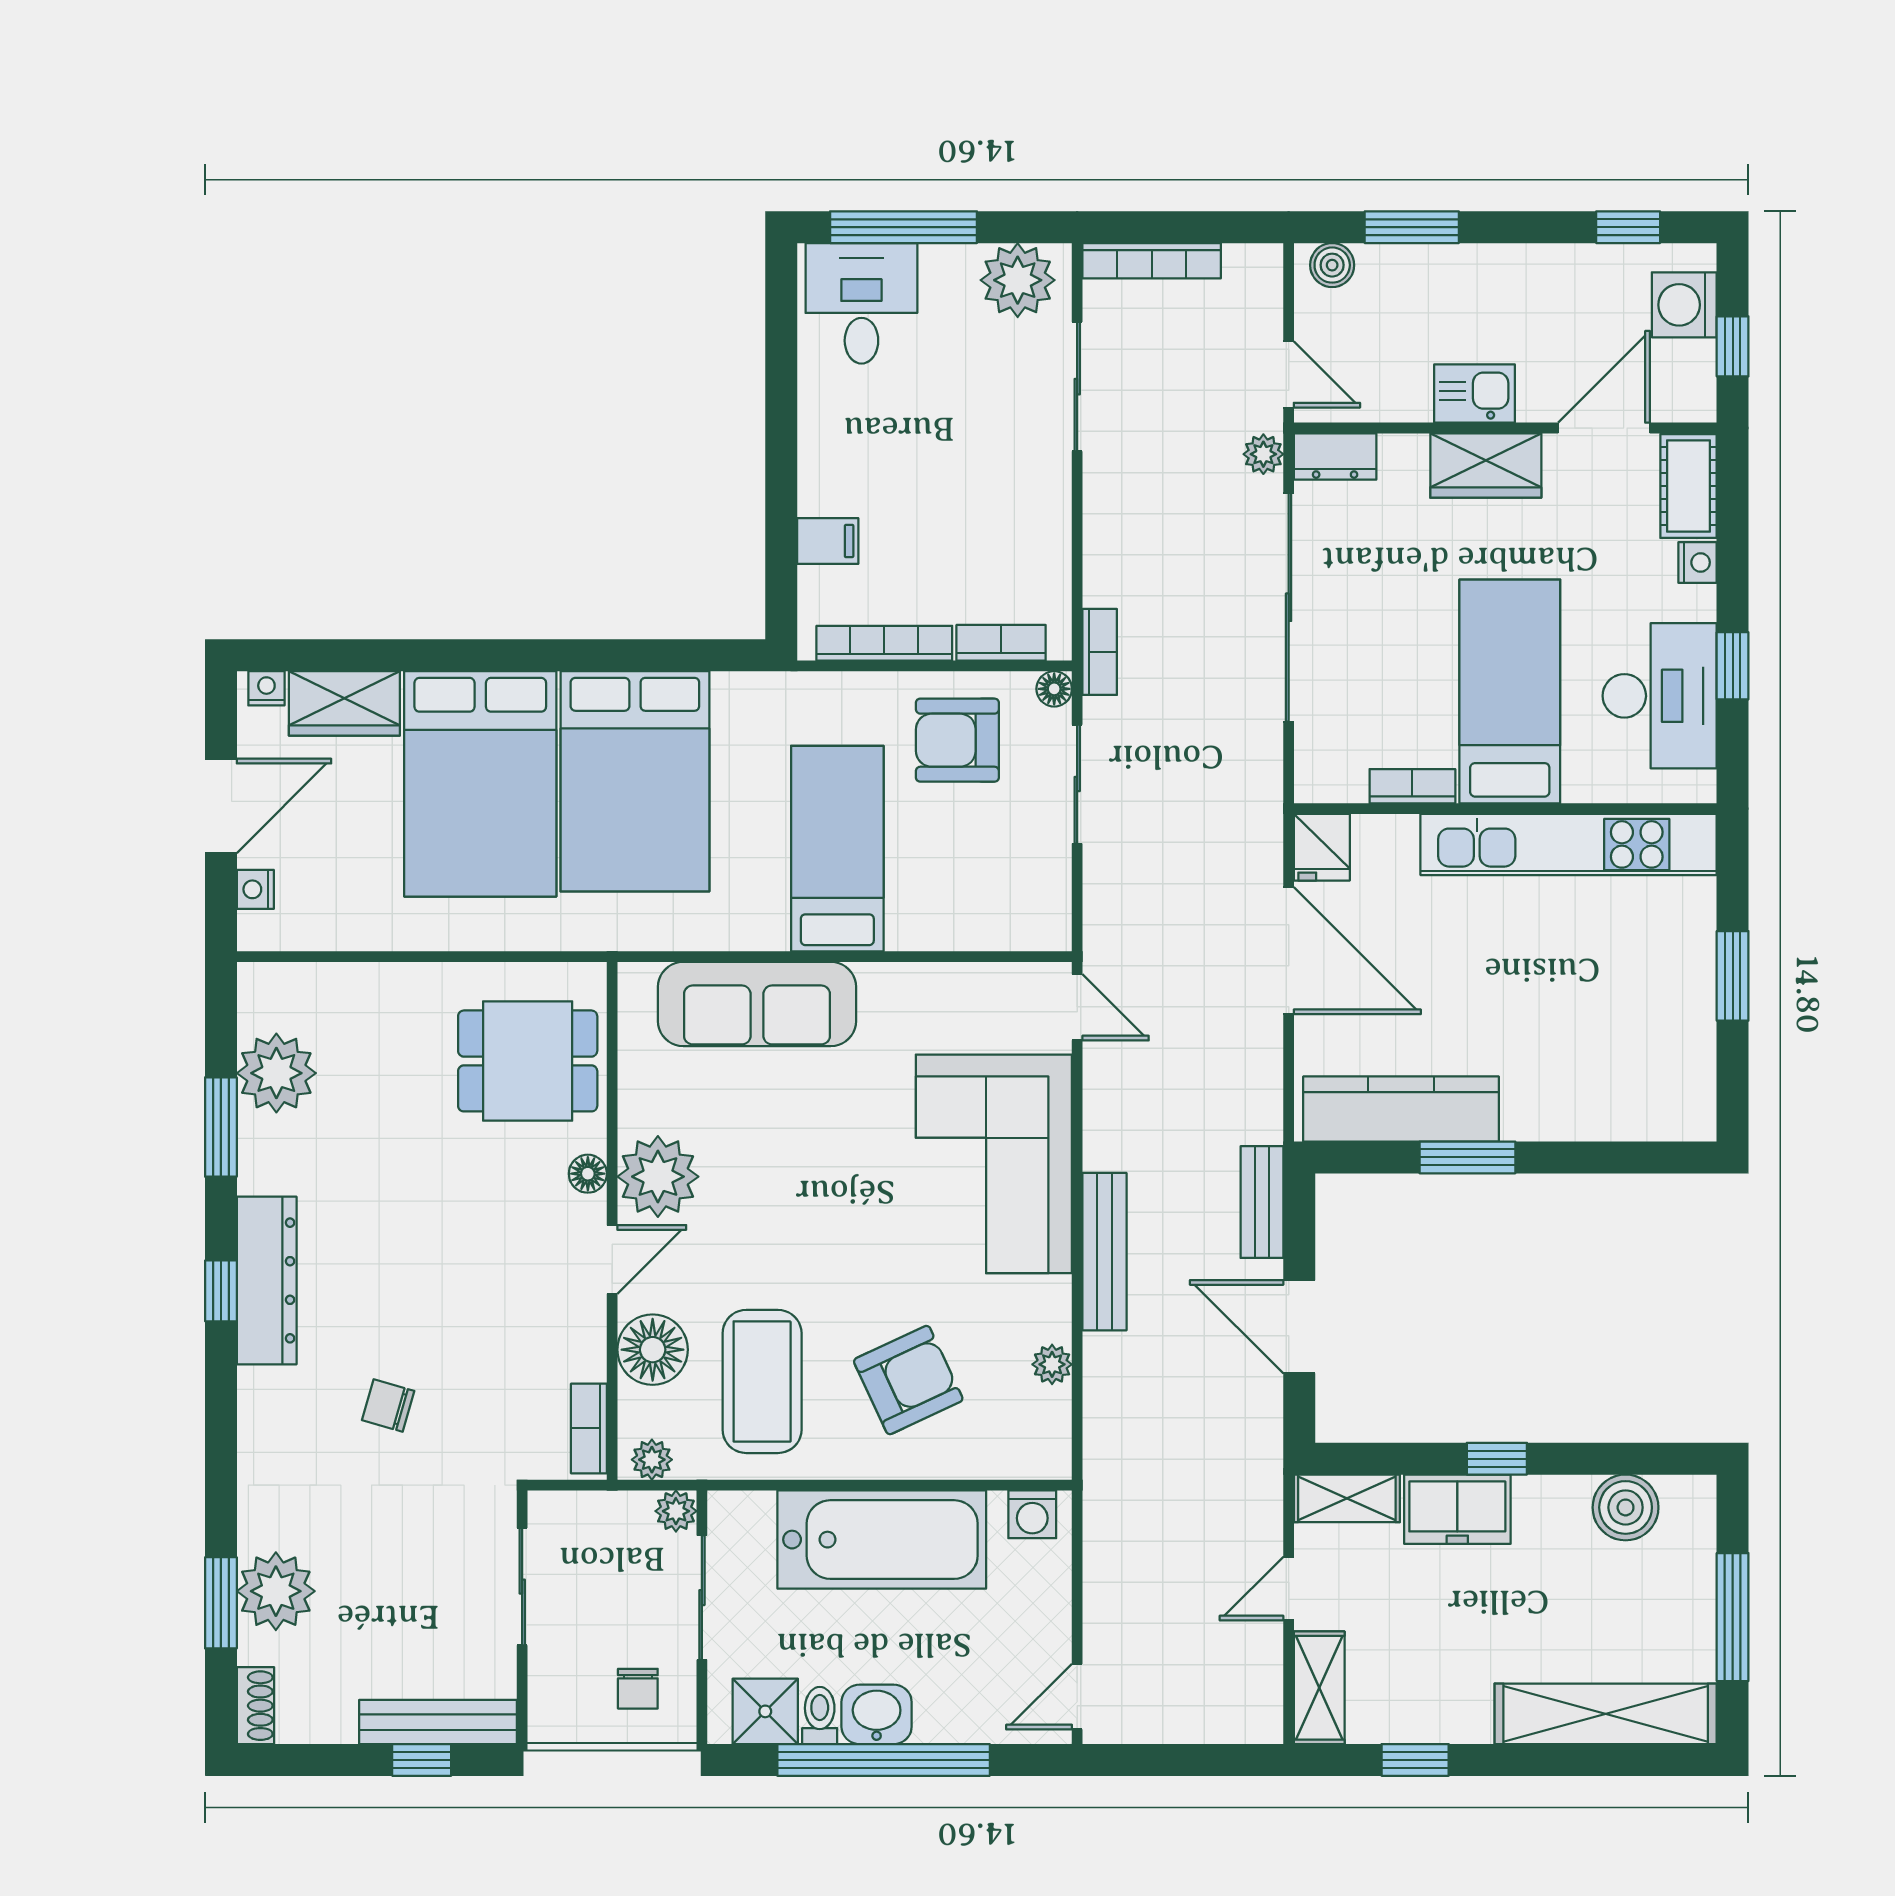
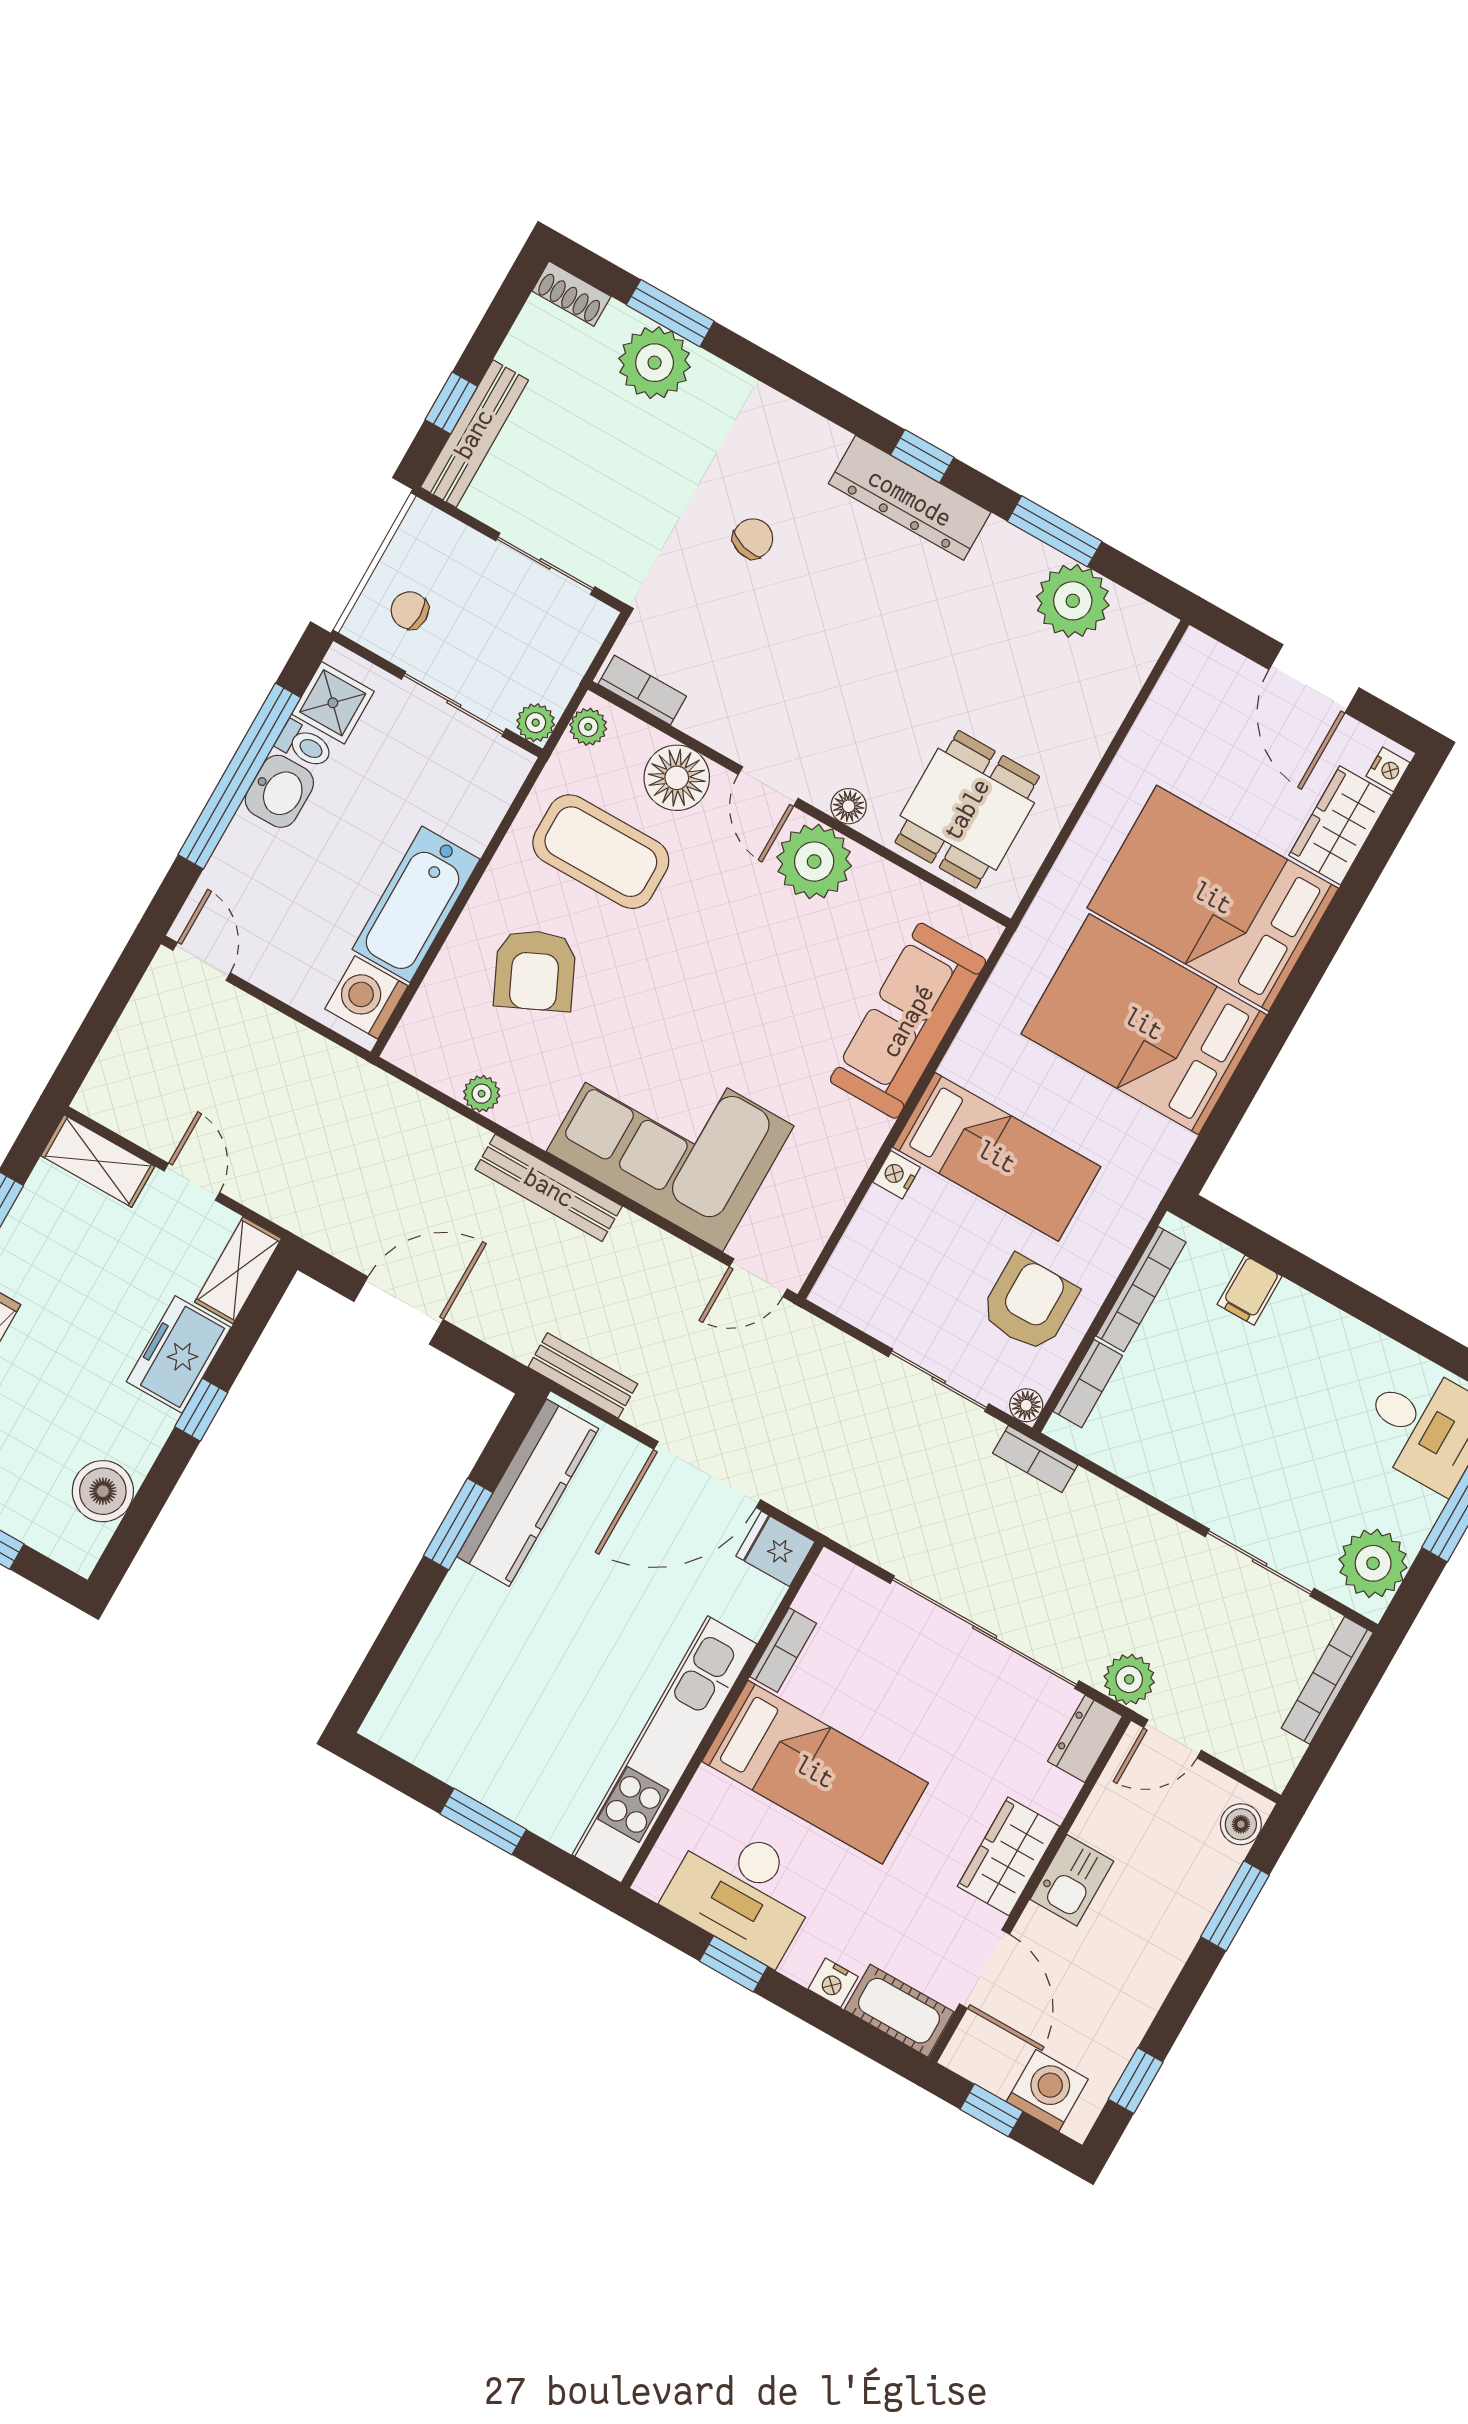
plant: (1263, 454) -> (1129, 1679), width x1.38, depth x1.38
nightstand: (255, 889) -> (897, 1175), moved, turned -90
bench: (1262, 1202) -> (583, 1375), moved
washing machine: (1032, 1514) -> (366, 997), width x1.38, depth x1.38
bathtub: (882, 1540) -> (416, 904), width x0.73, depth x0.73

